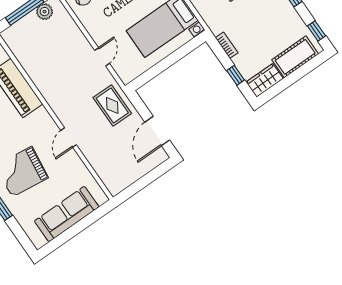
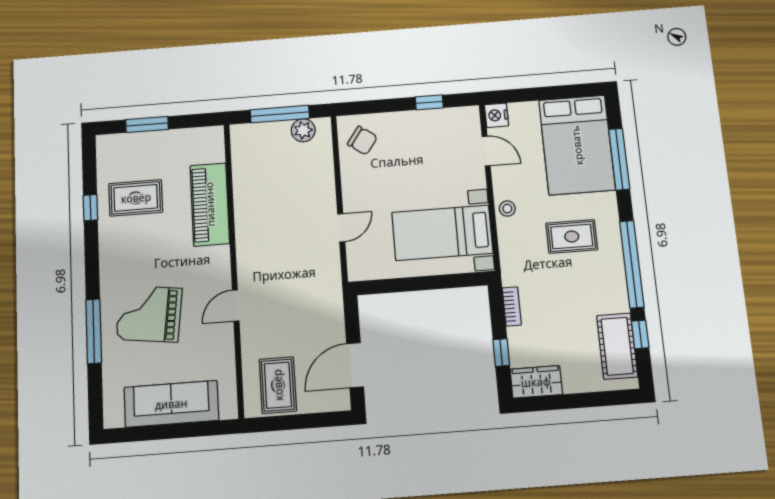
window: (317, 31) -> (640, 334), moved
cot: (295, 57) -> (617, 346), moved, turned 90
rug: (112, 106) -> (278, 385), moved

